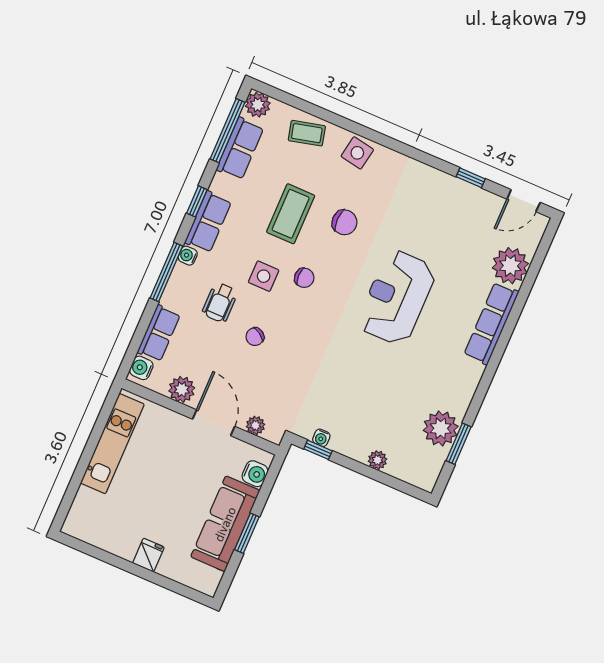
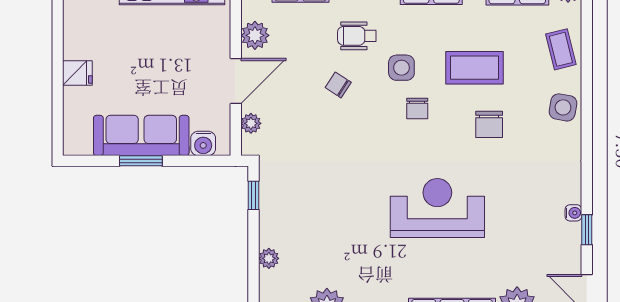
water cooler: (321, 438) -> (573, 213), moved, turned 180

